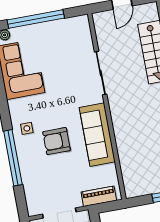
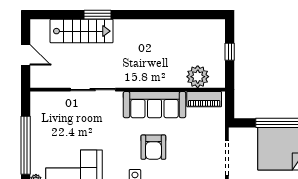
plant: (132, 171) -> (198, 77), added
piano: (99, 196) -> (204, 99), moved, turned -90

